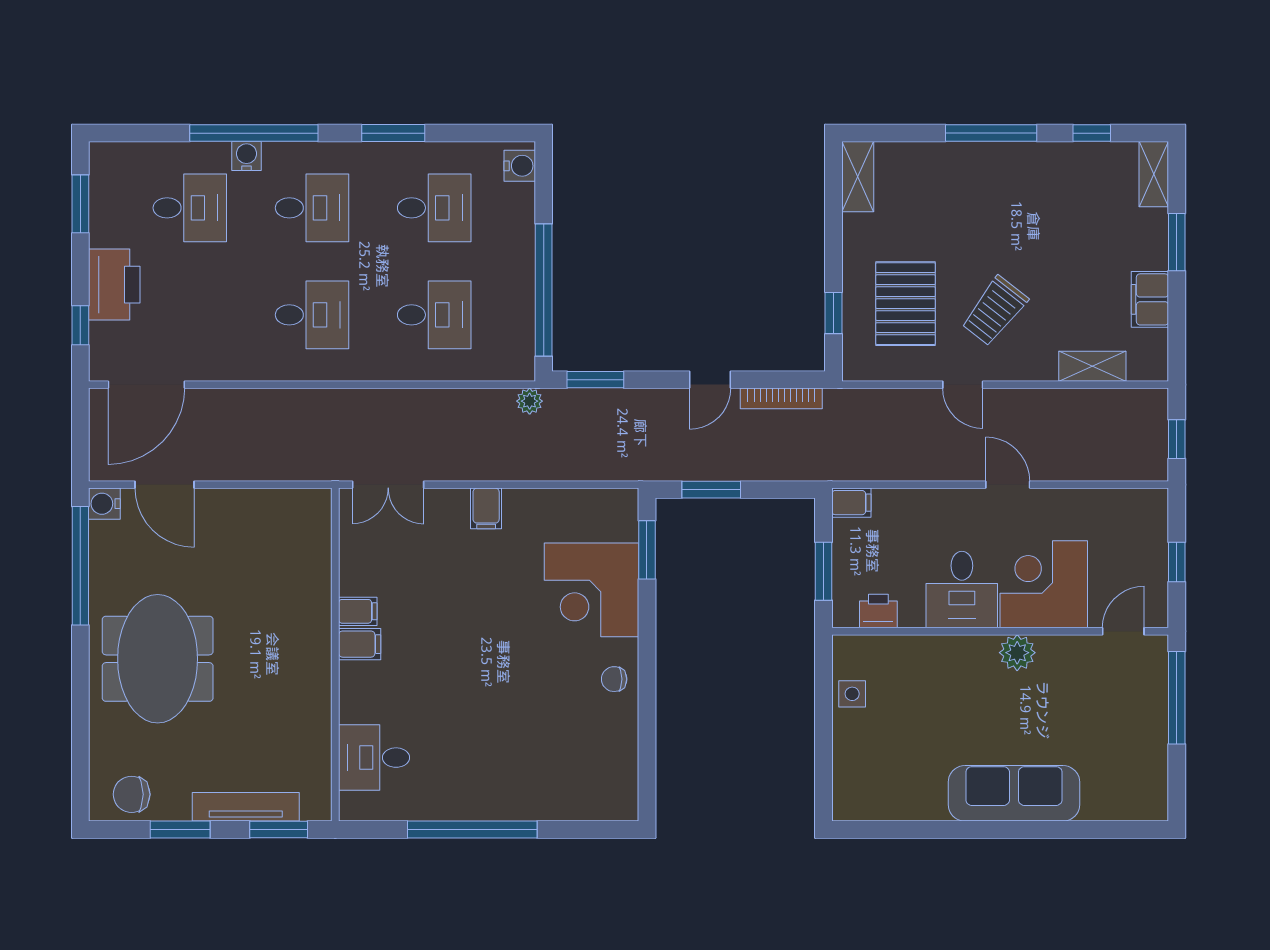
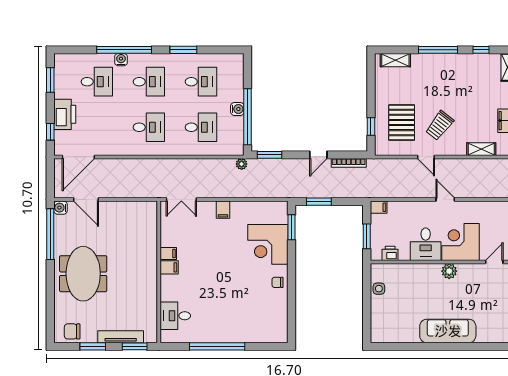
water cooler: (520, 166) -> (237, 109), moved
shelving: (858, 177) -> (395, 60), moved, turned 90

